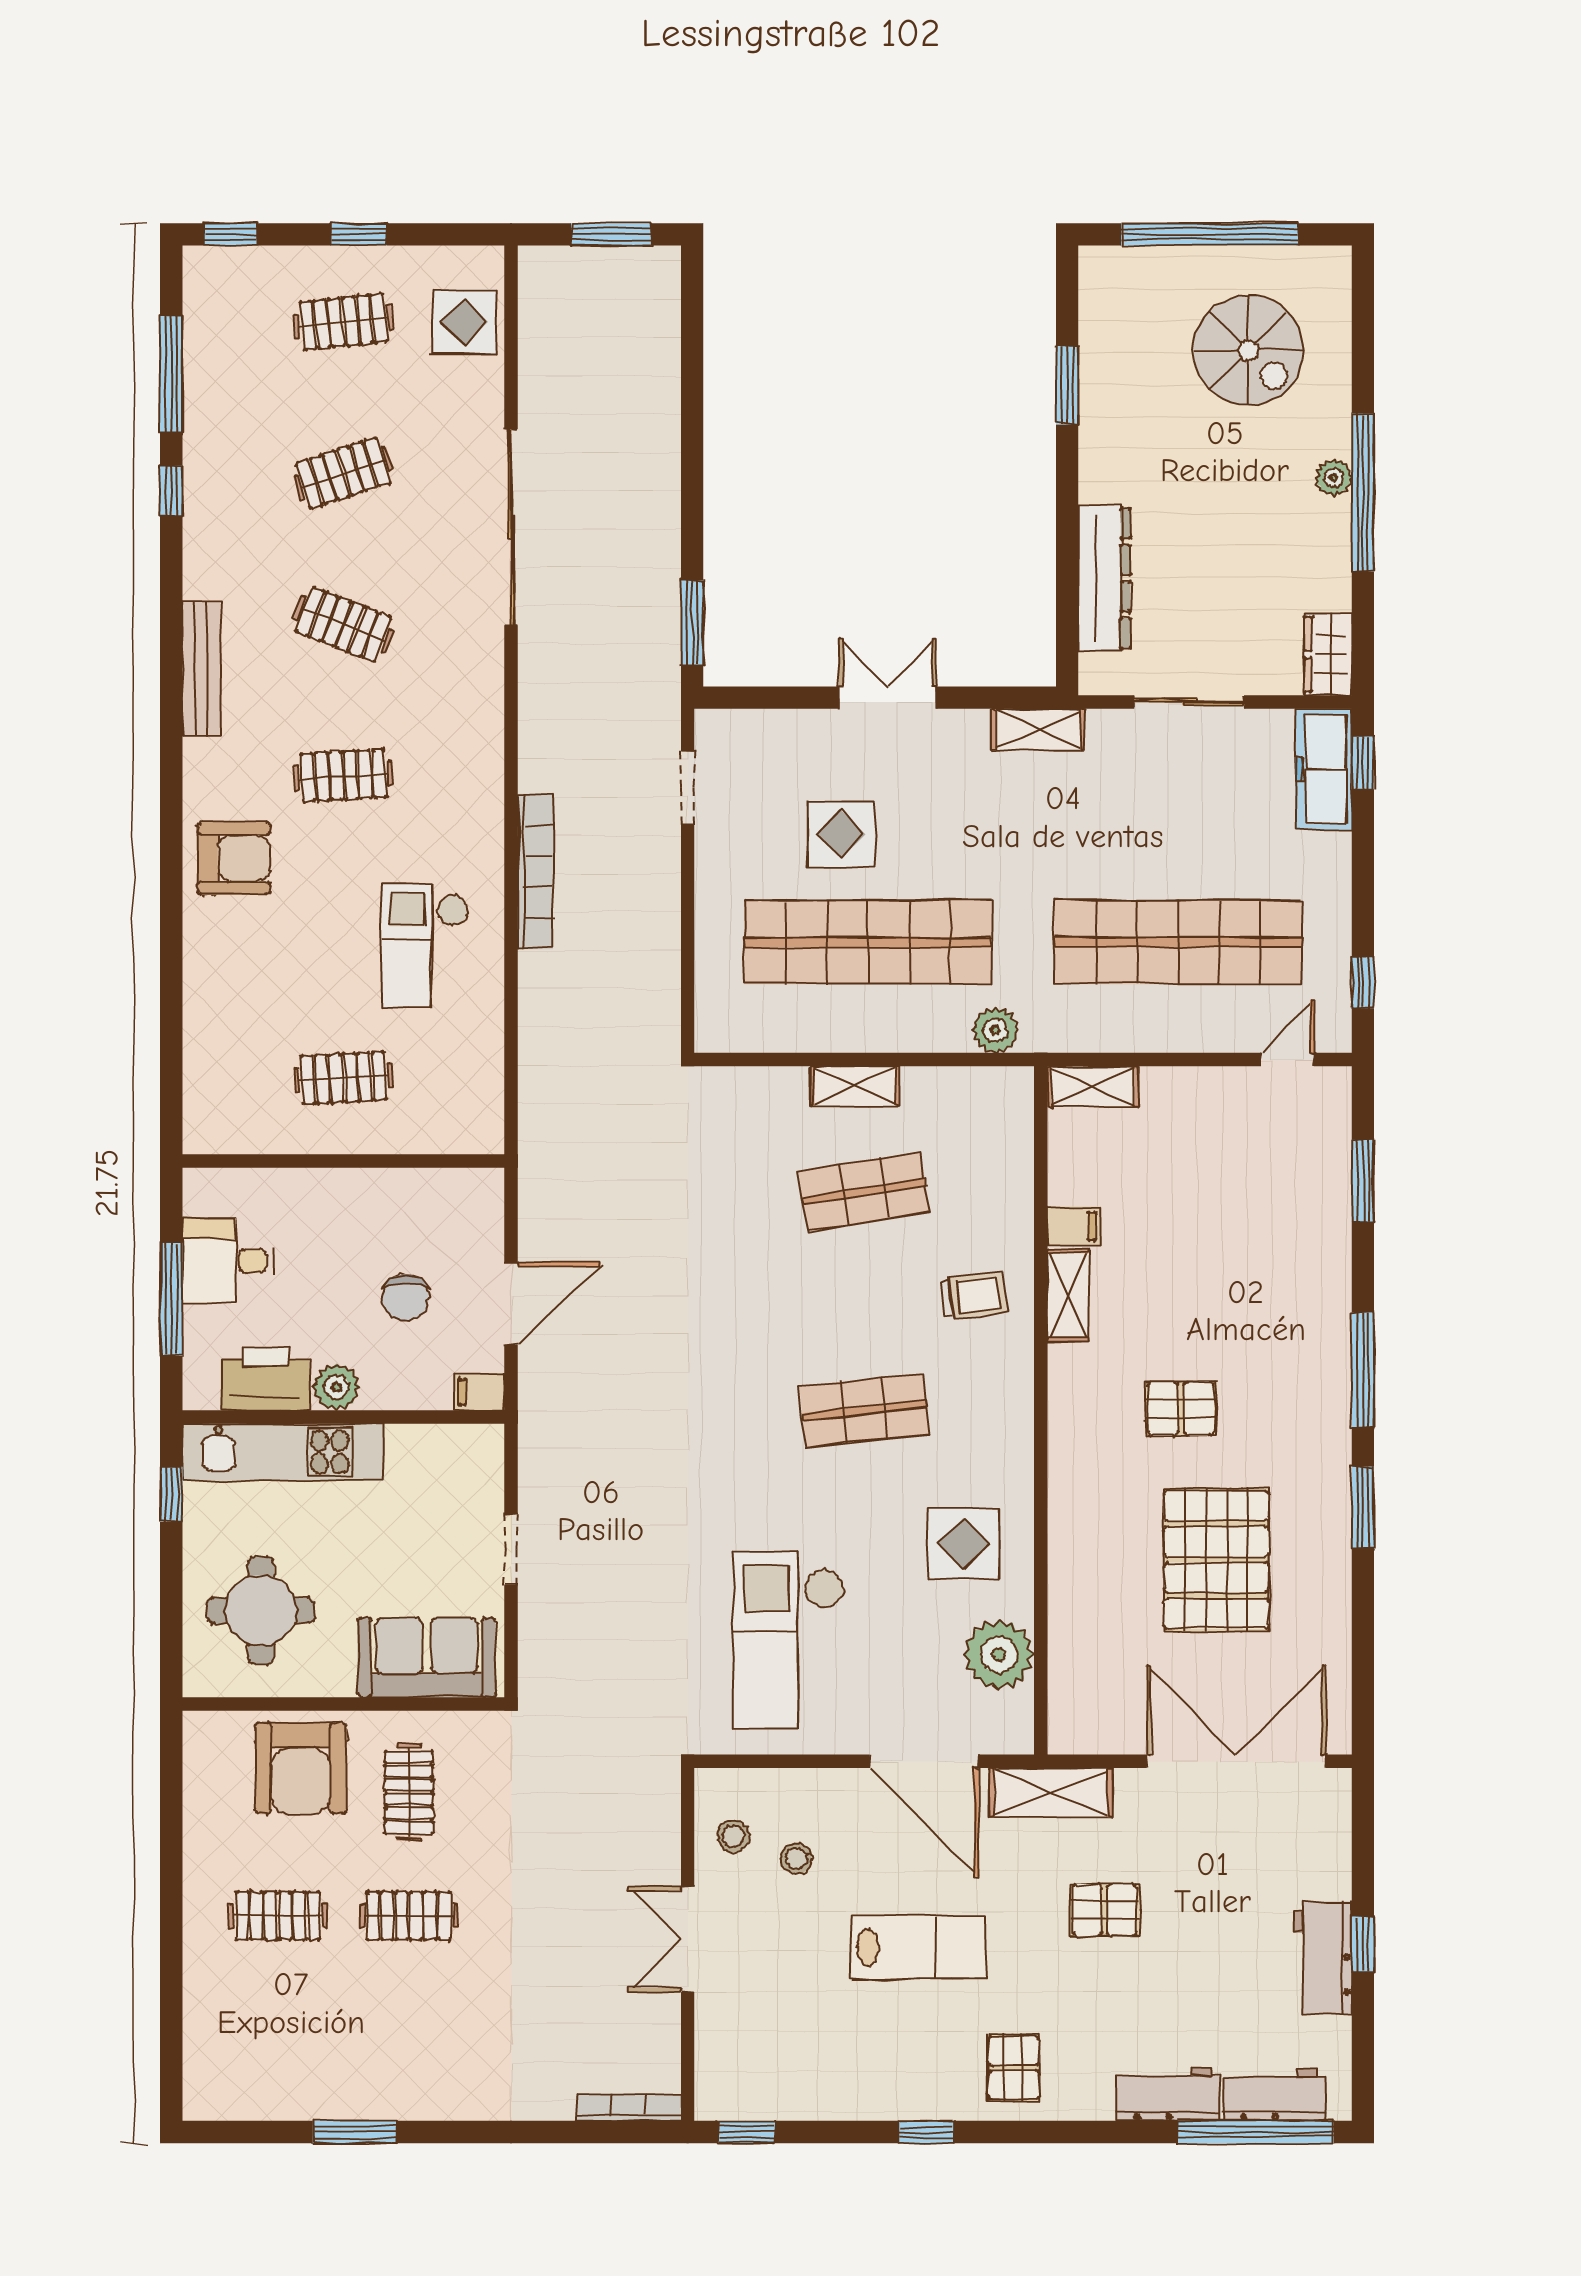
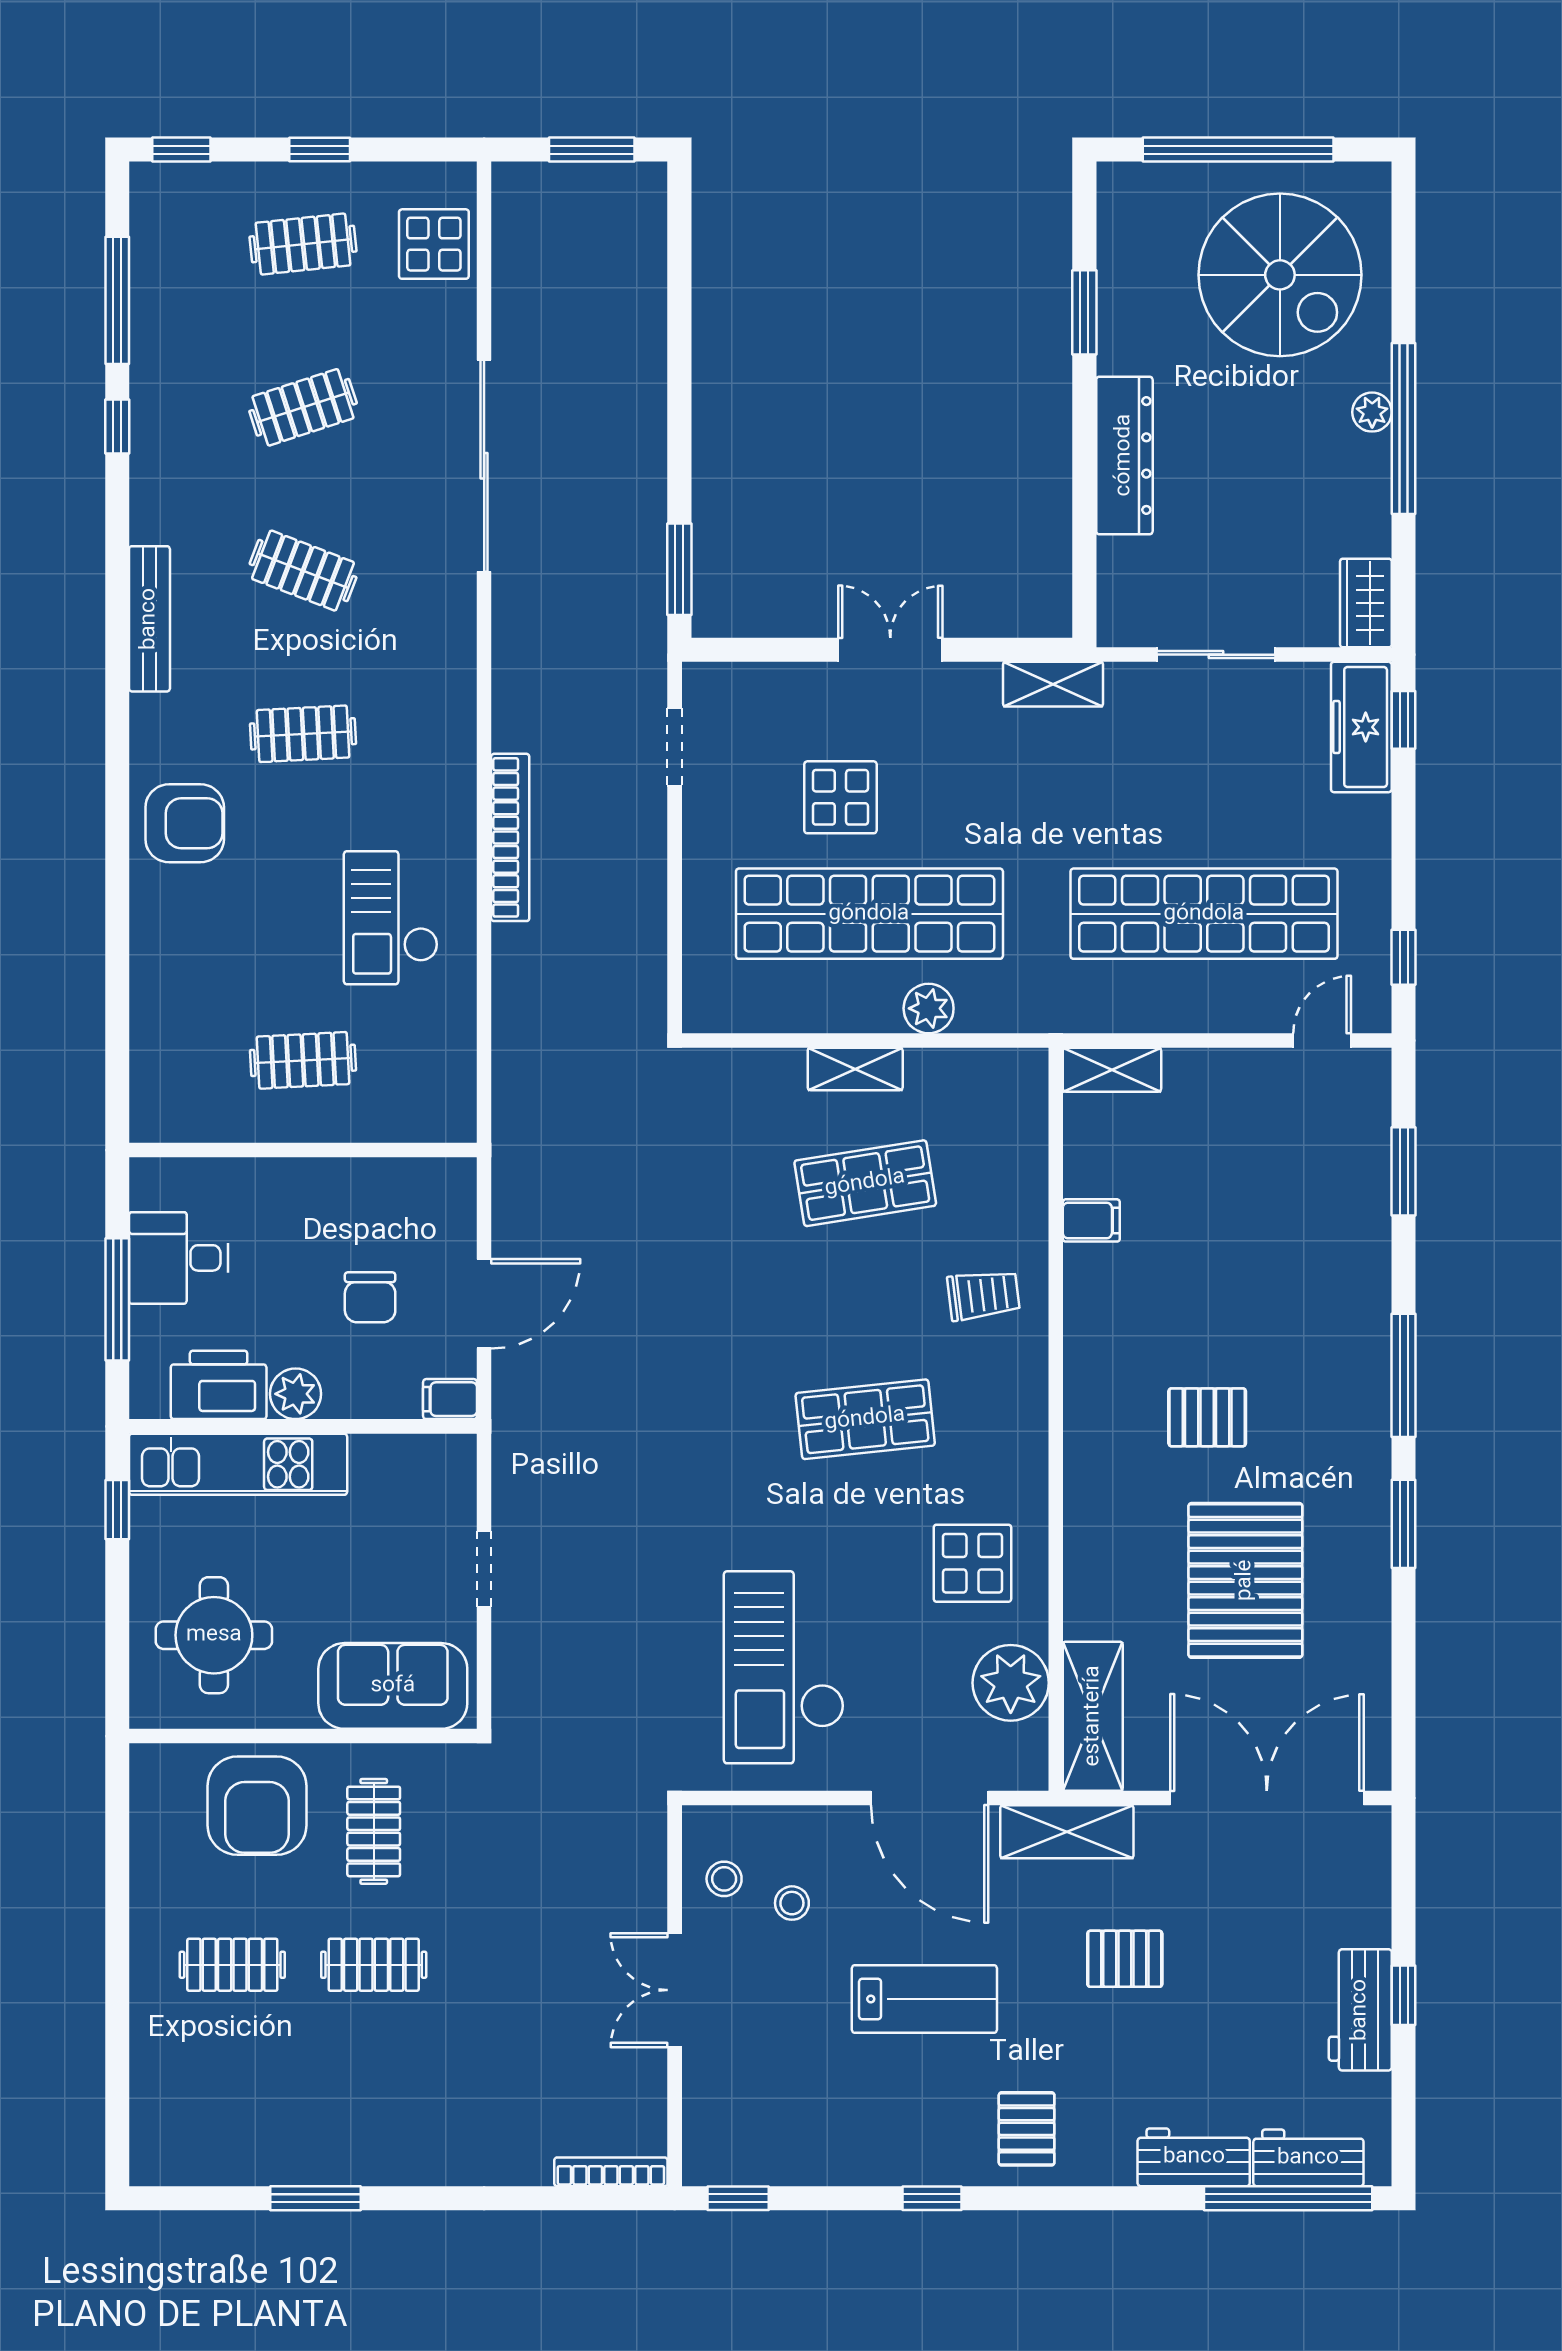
spiral stairs: (1248, 350) -> (1280, 275), width x1.37, depth x1.37
dresser: (1104, 578) -> (1124, 455), moved
plant: (995, 1030) -> (929, 1008), moved
shelving: (1068, 1296) -> (1093, 1716), moved, width x1.50, depth x1.33

